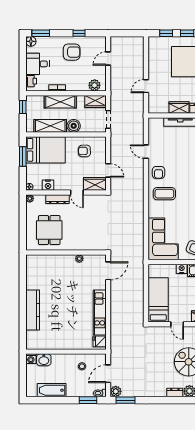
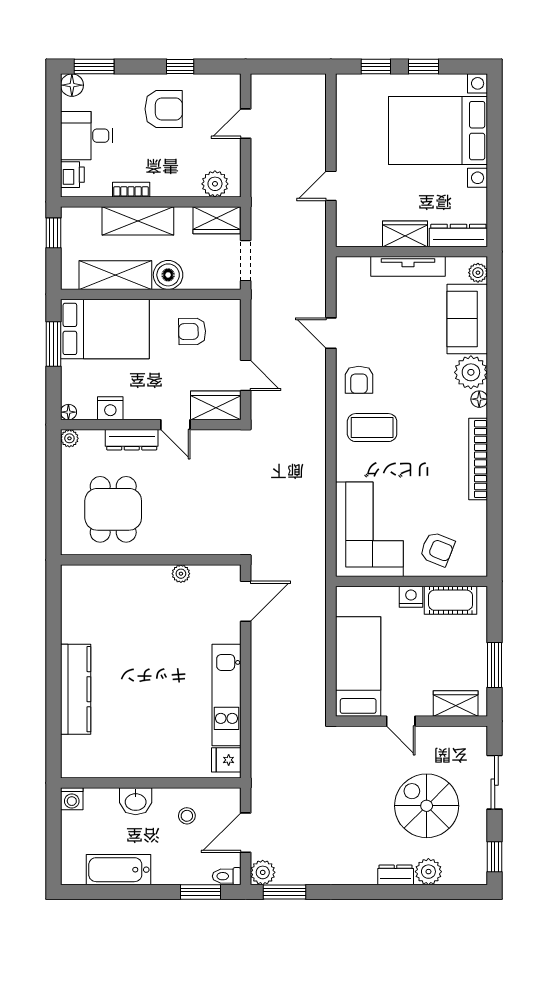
washbasin: (44, 360) -> (136, 801), moved

